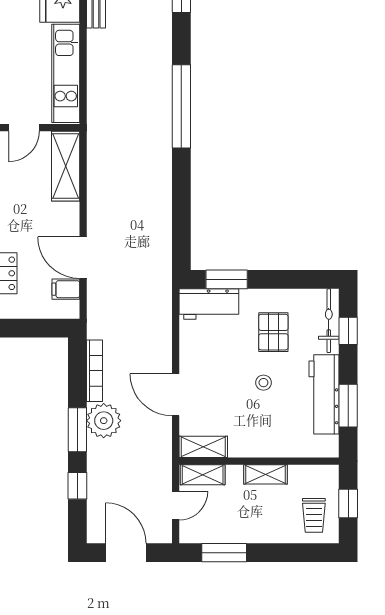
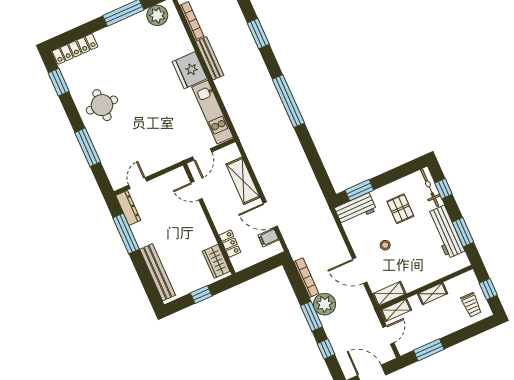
shelving: (66, 166) -> (243, 181), moved
stool: (263, 383) -> (385, 245), moved

